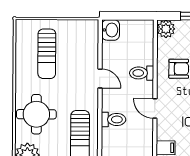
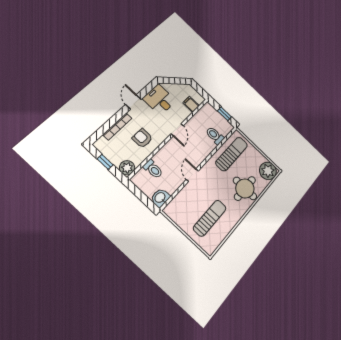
toilet: (142, 73) -> (153, 169), moved
toilet: (113, 119) -> (215, 136), moved

